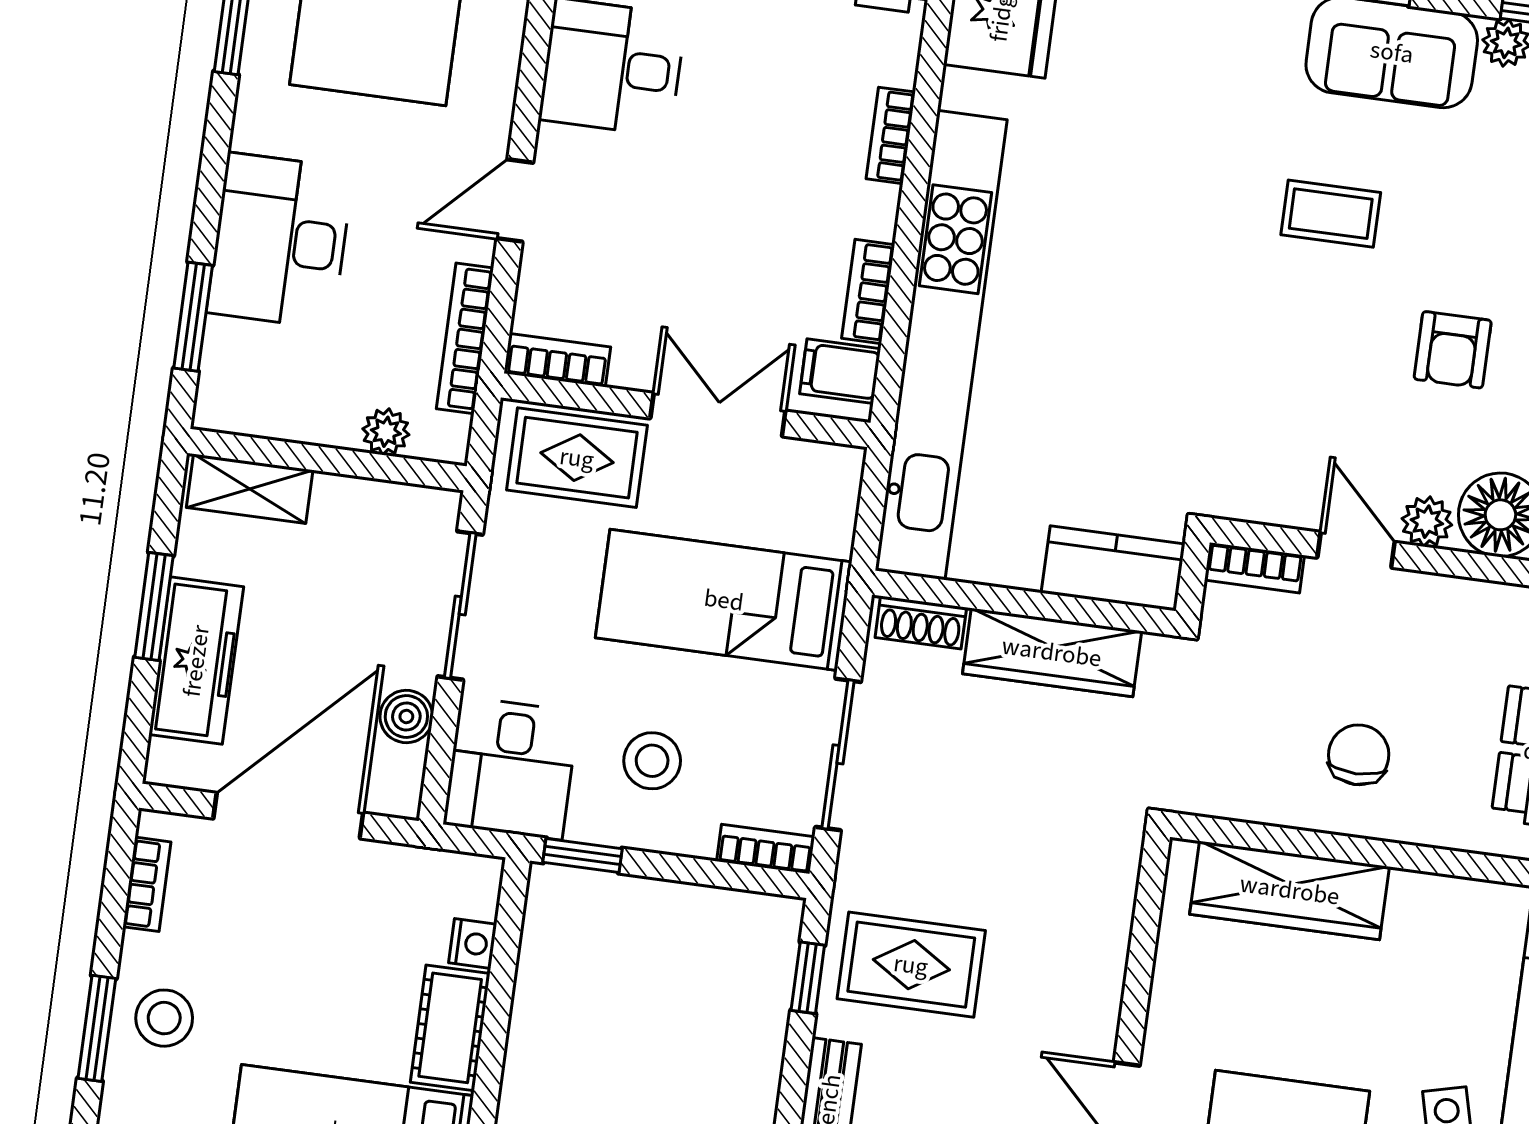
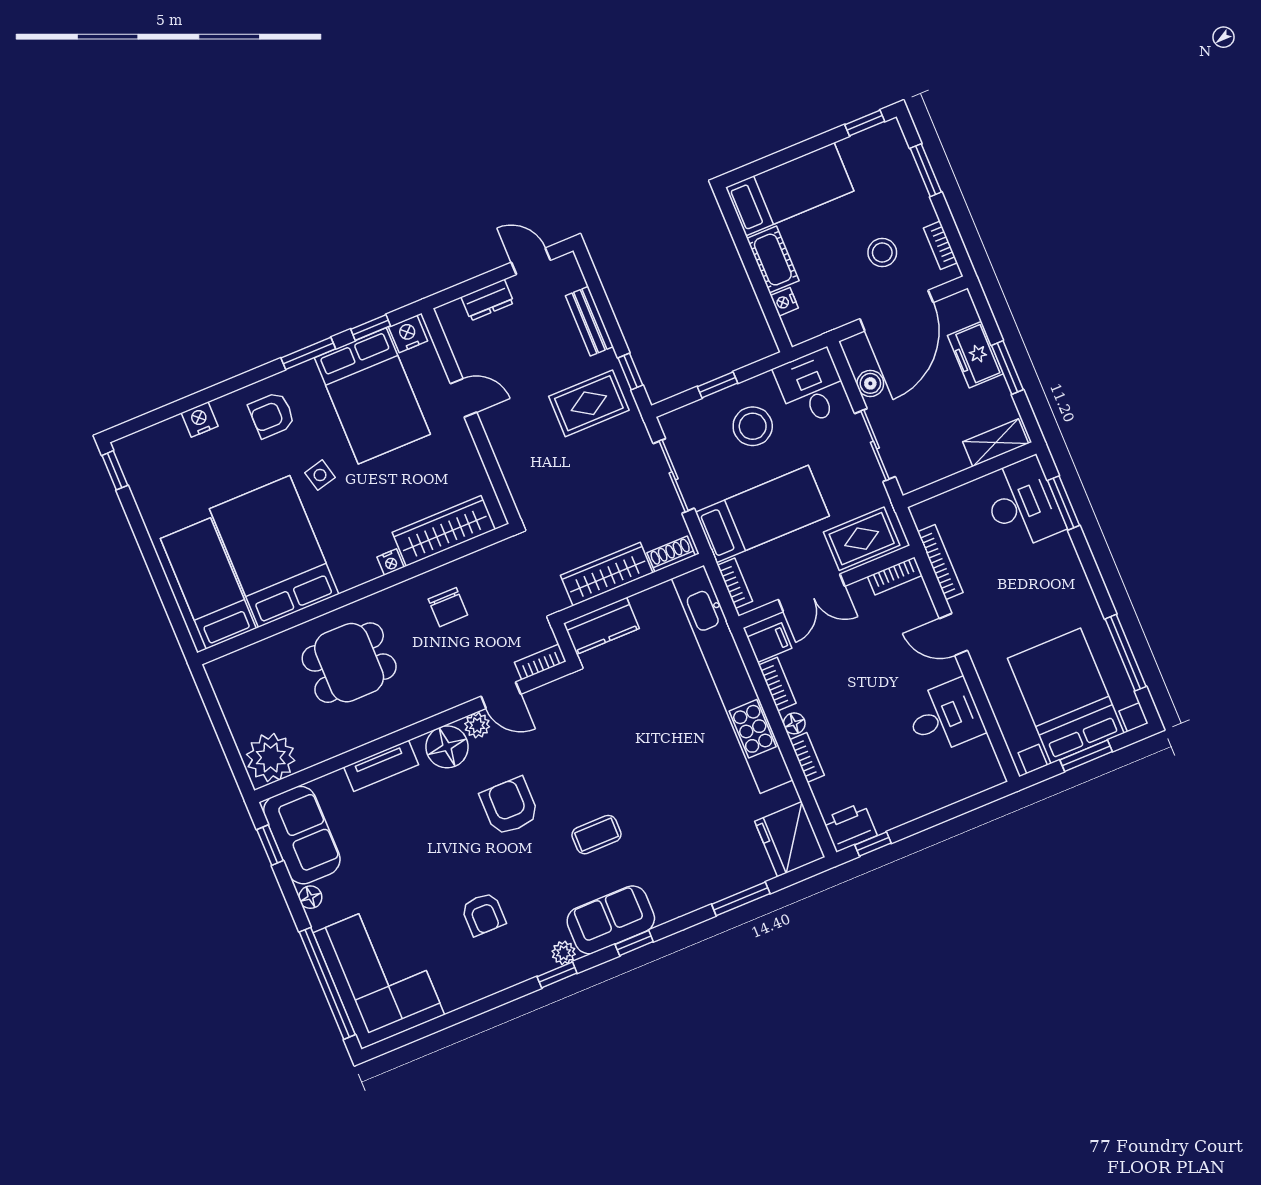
door: (515, 201) -> (953, 634), swing flipped
floor lamp: (878, 207) -> (794, 723), added
desk: (280, 241) -> (1023, 503), moved
armchair: (1453, 350) -> (509, 806), width x1.38, depth x1.38
plant: (386, 432) -> (951, 502), removed
freezer: (196, 661) -> (976, 355), width x0.71
stool: (652, 761) -> (753, 426), width x1.38, depth x1.38
bookcase: (766, 849) -> (735, 583), moved, turned -90
window: (583, 855) -> (718, 385), moved
nightstand: (1412, 890) -> (391, 562), added
stool: (164, 1018) -> (882, 253), moved

